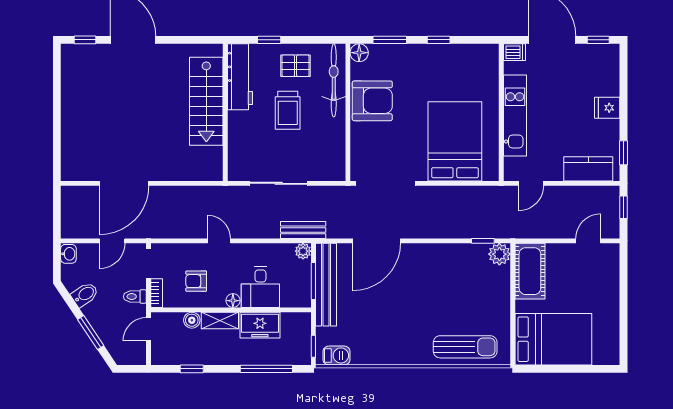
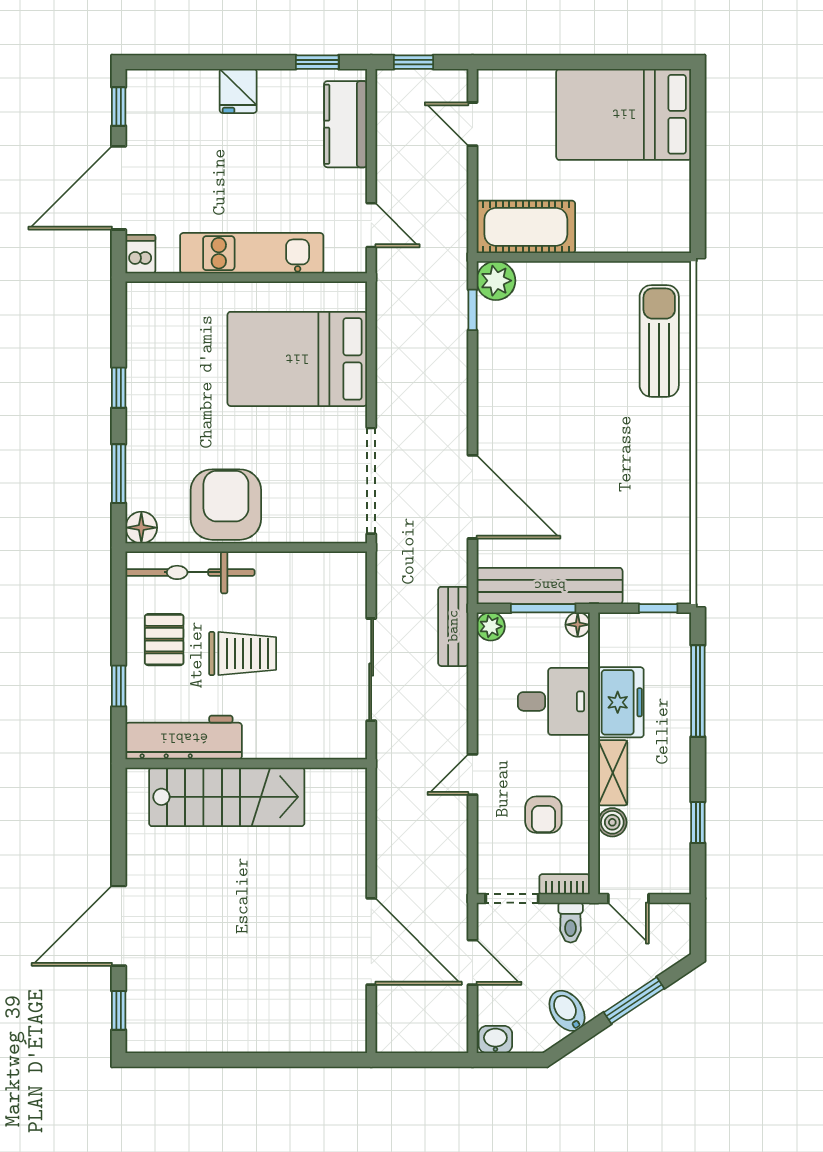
floor lamp: (233, 301) -> (578, 625), moved
bed: (553, 339) -> (624, 114), moved, turned -90
barbecue: (337, 355) -> (674, 567), removed

